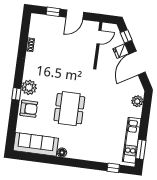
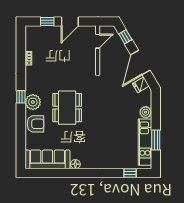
fridge: (121, 51) -> (141, 85), moved
window: (16, 94) -> (21, 97), moved
plant: (137, 101) -> (146, 112), moved
dining table: (69, 109) -> (67, 108), moved
window: (141, 149) -> (156, 140), moved

